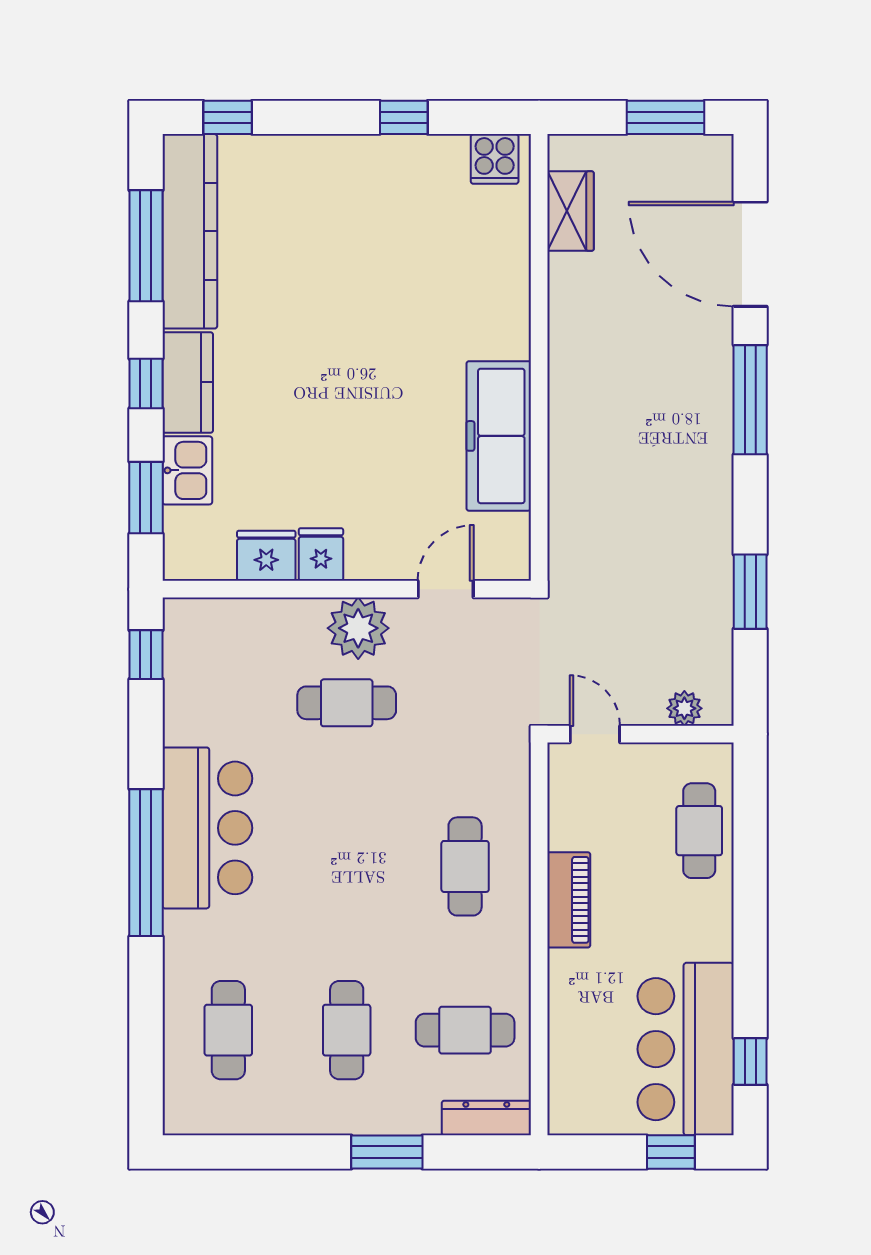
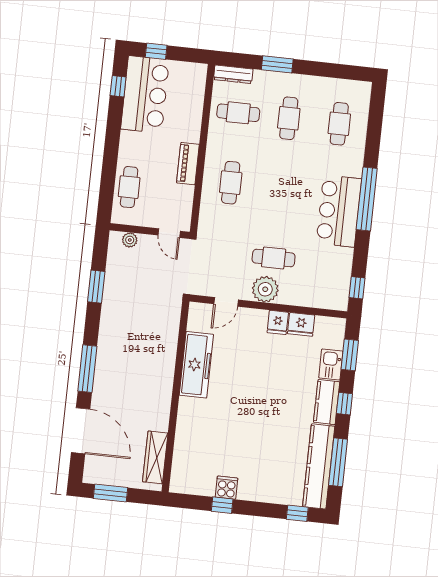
cooker: (495, 159) -> (226, 488), moved
wardrobe: (571, 211) -> (155, 457), width x1.50

